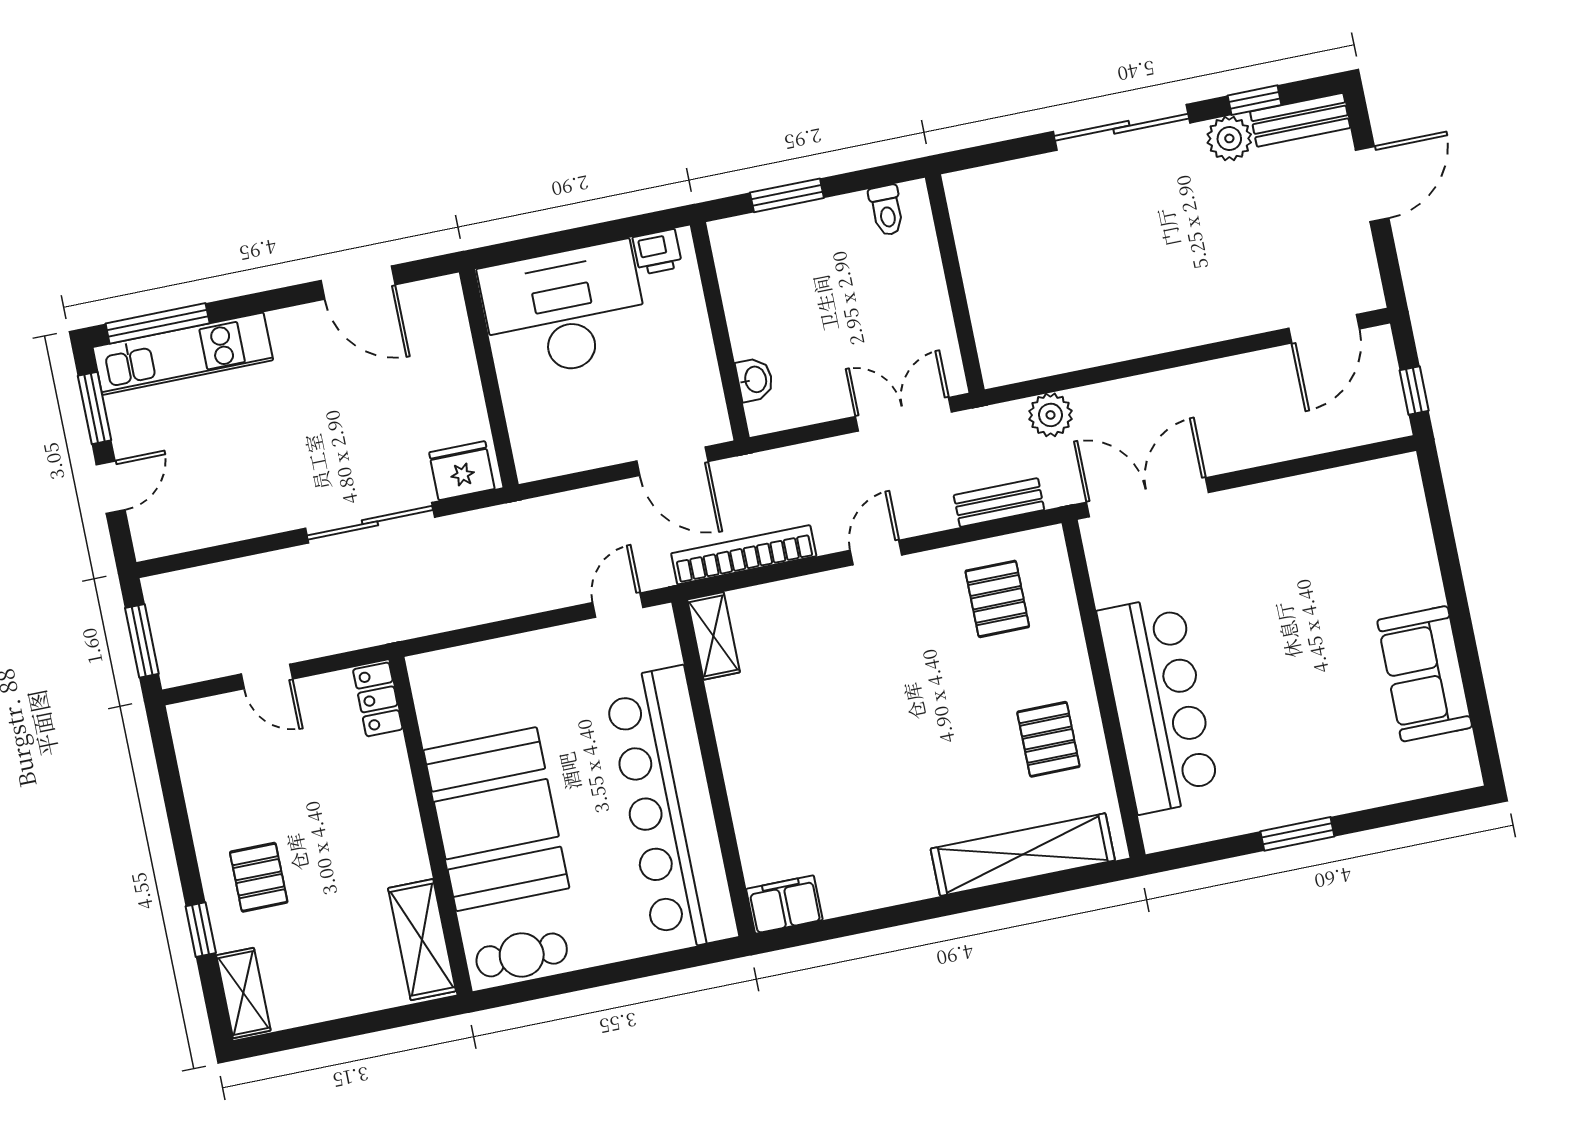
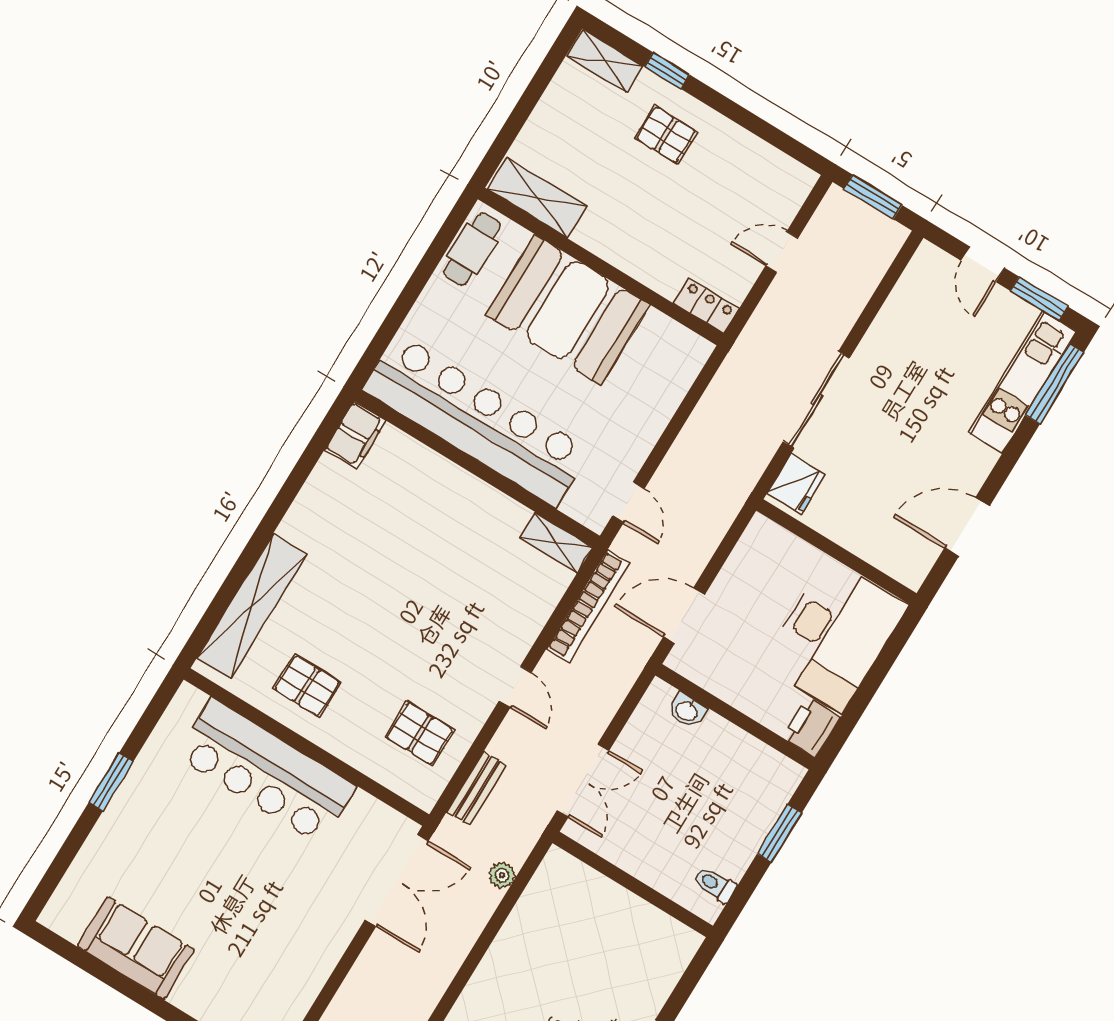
printer: (657, 252) -> (811, 727), width x1.36, depth x1.24
plant: (1051, 415) -> (502, 875), width x0.73, depth x0.73

